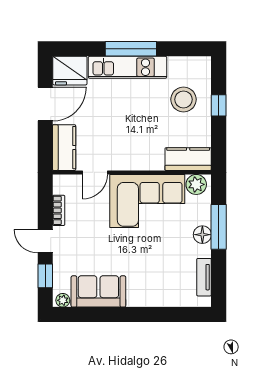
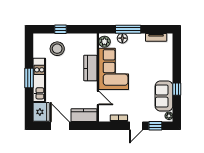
window: (131, 49) -> (29, 78), width x0.69
kitchen counter: (188, 159) -> (90, 68), moved
floor lamp: (202, 235) -> (122, 38), moved
window: (111, 315) -> (177, 89), added

